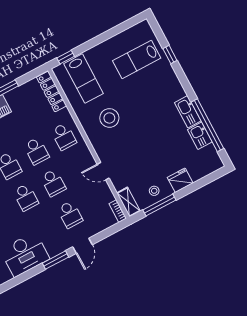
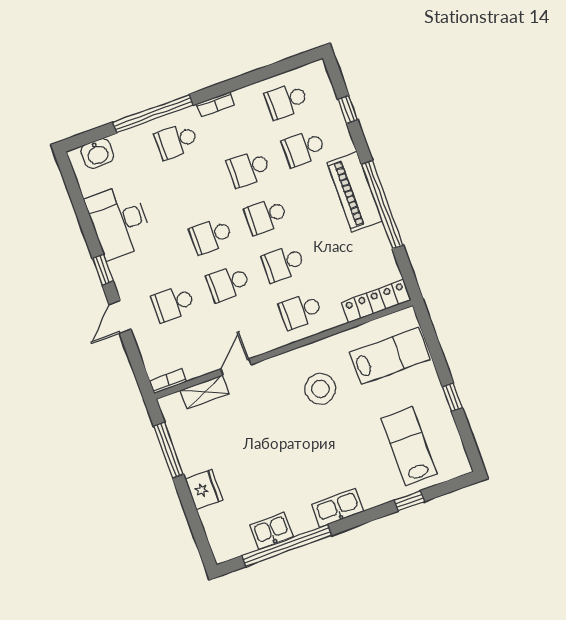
window: (66, 57) -> (452, 397), moved
lab bench: (84, 79) -> (390, 356), turned 180
kitchen sink: (188, 112) -> (338, 508), moved
stool: (154, 191) -> (193, 445), removed
shelving: (128, 202) -> (205, 392), moved
door: (83, 246) -> (120, 317), hinge flipped
window: (55, 260) -> (103, 270), width x0.67

